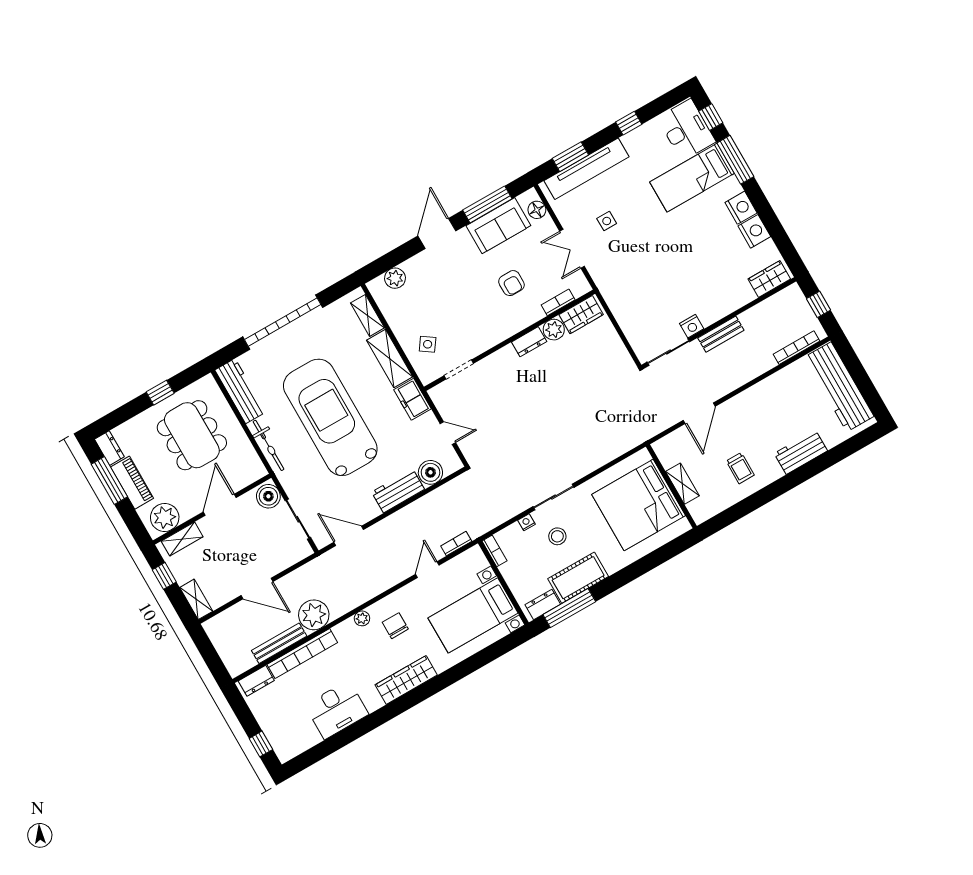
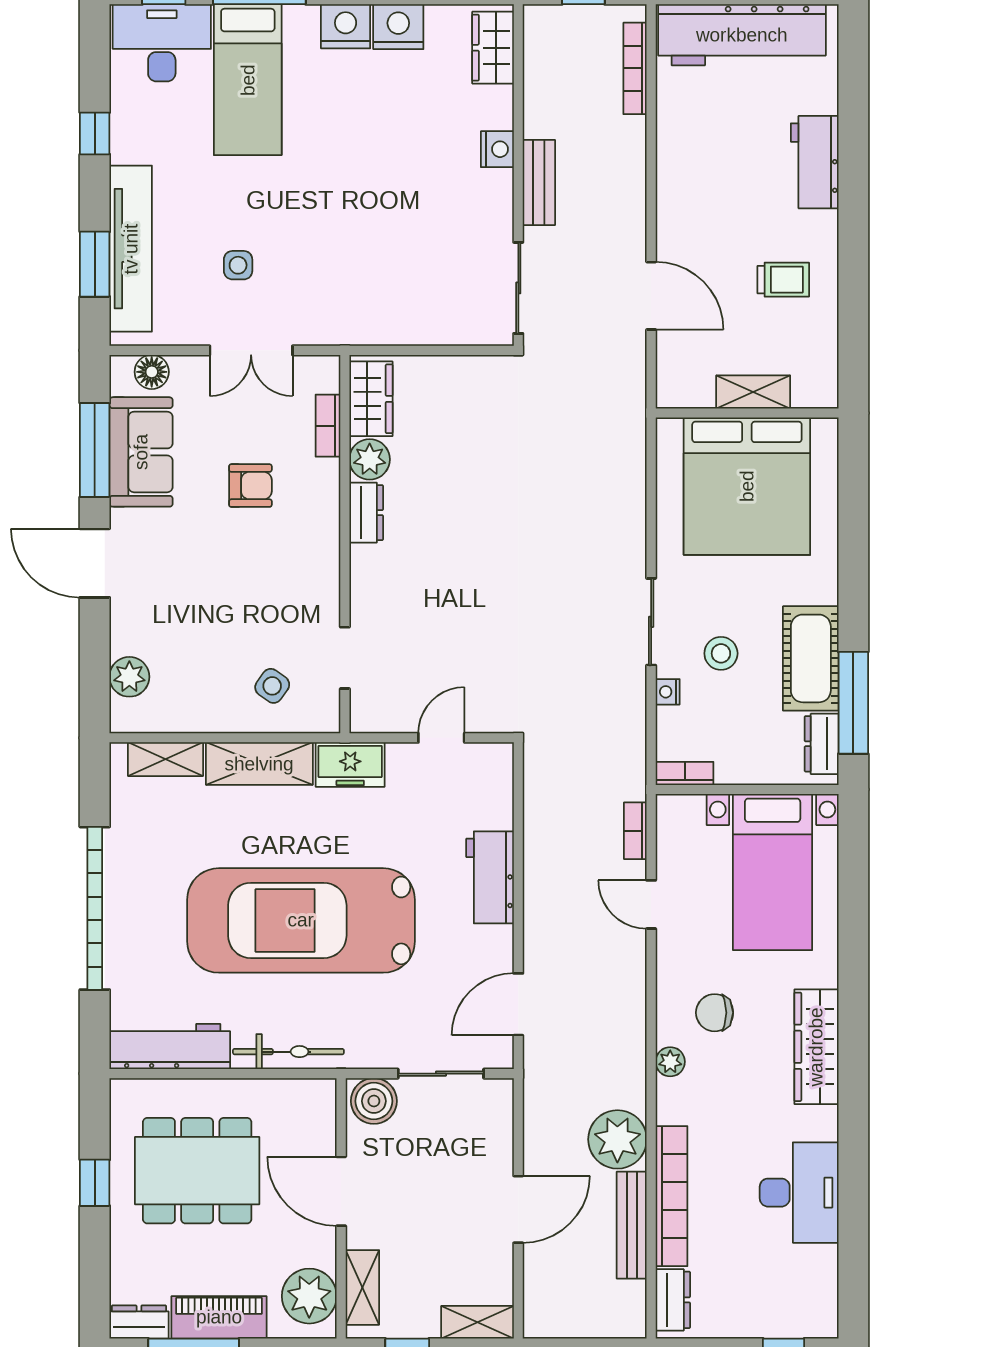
nightstand: (692, 326) -> (497, 149), moved
boiler: (430, 472) -> (491, 805), removed

